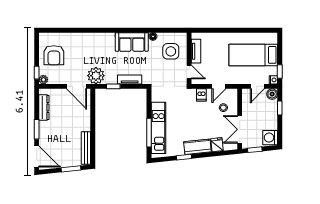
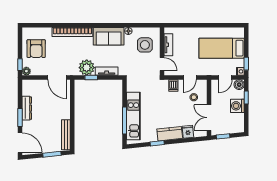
bookcase: (93, 37) -> (72, 32), added
plant: (96, 76) -> (87, 68), moved
dresser: (44, 108) -> (27, 108), moved
washing machine: (270, 138) -> (237, 106), moved

